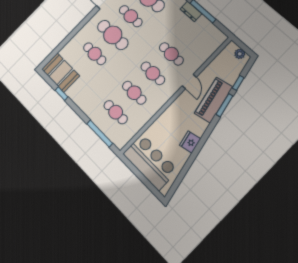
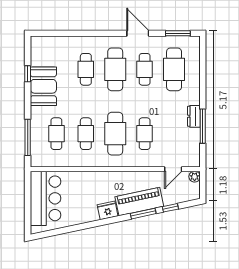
plant: (240, 54) -> (195, 177), moved
booth: (60, 73) -> (43, 86), moved
cafe table: (153, 73) -> (115, 134), width x1.37, depth x1.35
door: (189, 81) -> (173, 169), moved
fridge: (190, 142) -> (108, 210), moved

